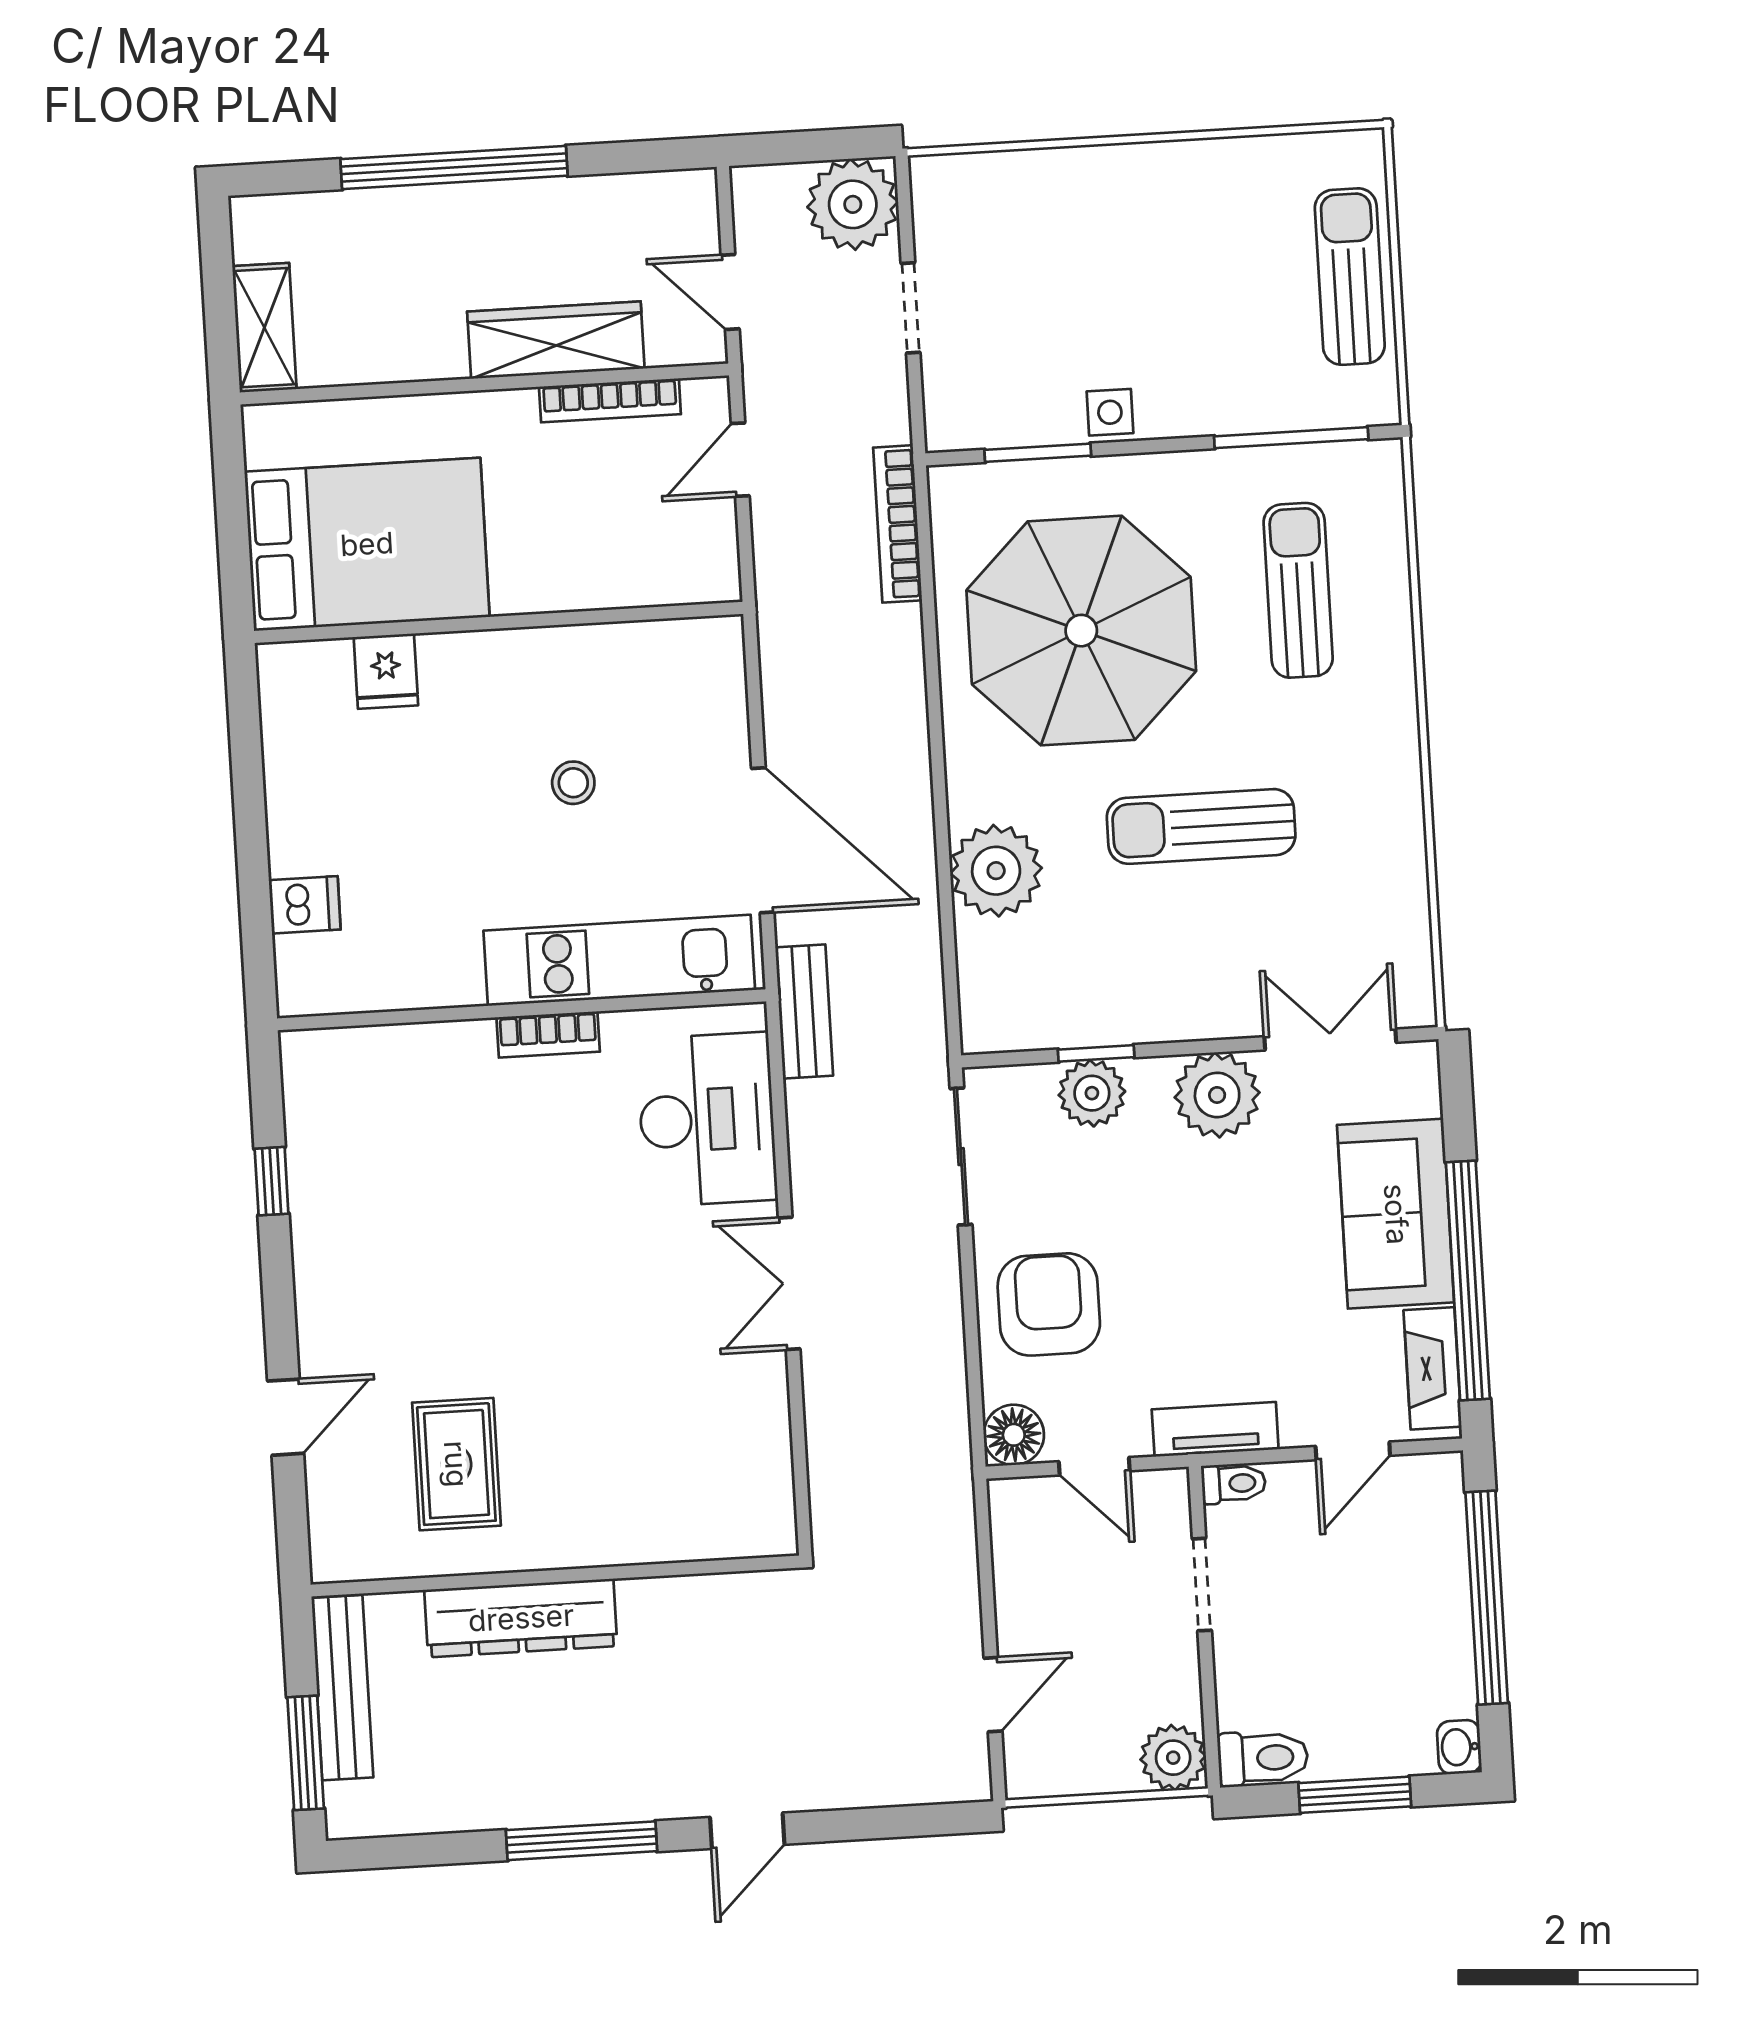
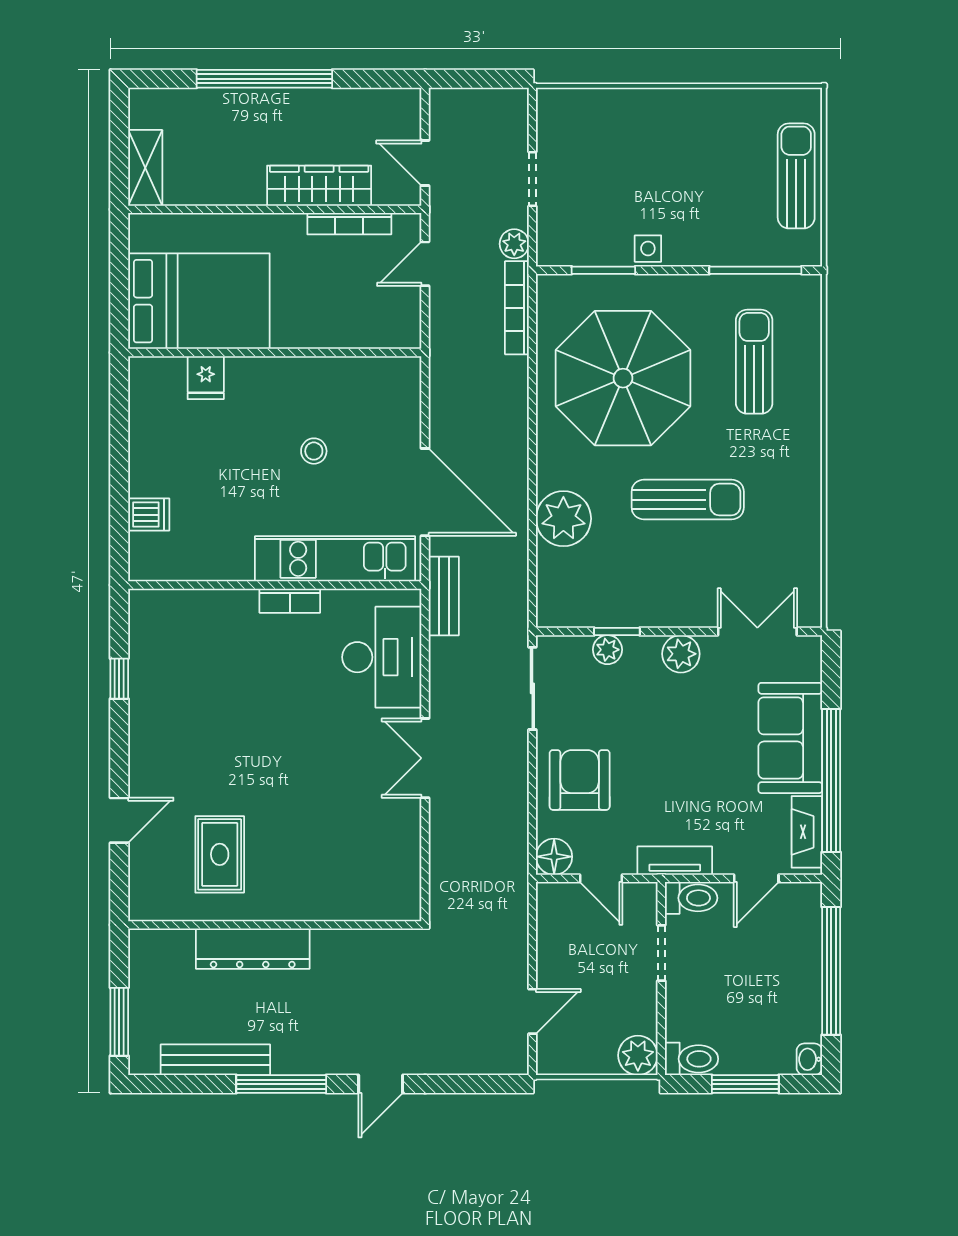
plant: (853, 204) -> (514, 244), moved, width x0.53, depth x0.53
sun lounger: (1201, 826) -> (688, 500), turned 180
plant: (1092, 1093) -> (607, 650), width x0.73, depth x0.73
plant: (1217, 1095) -> (681, 654), width x0.73, depth x0.73
toilet: (1234, 1483) -> (691, 898), width x1.37, depth x1.39
bench: (342, 1688) -> (215, 1060), moved, turned 90

